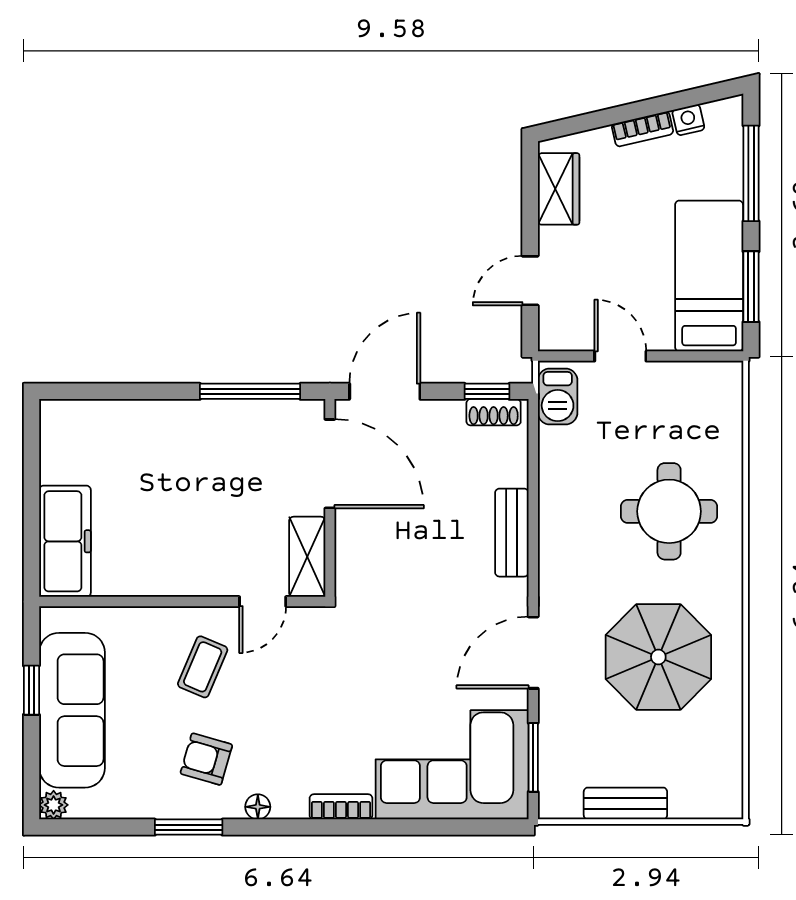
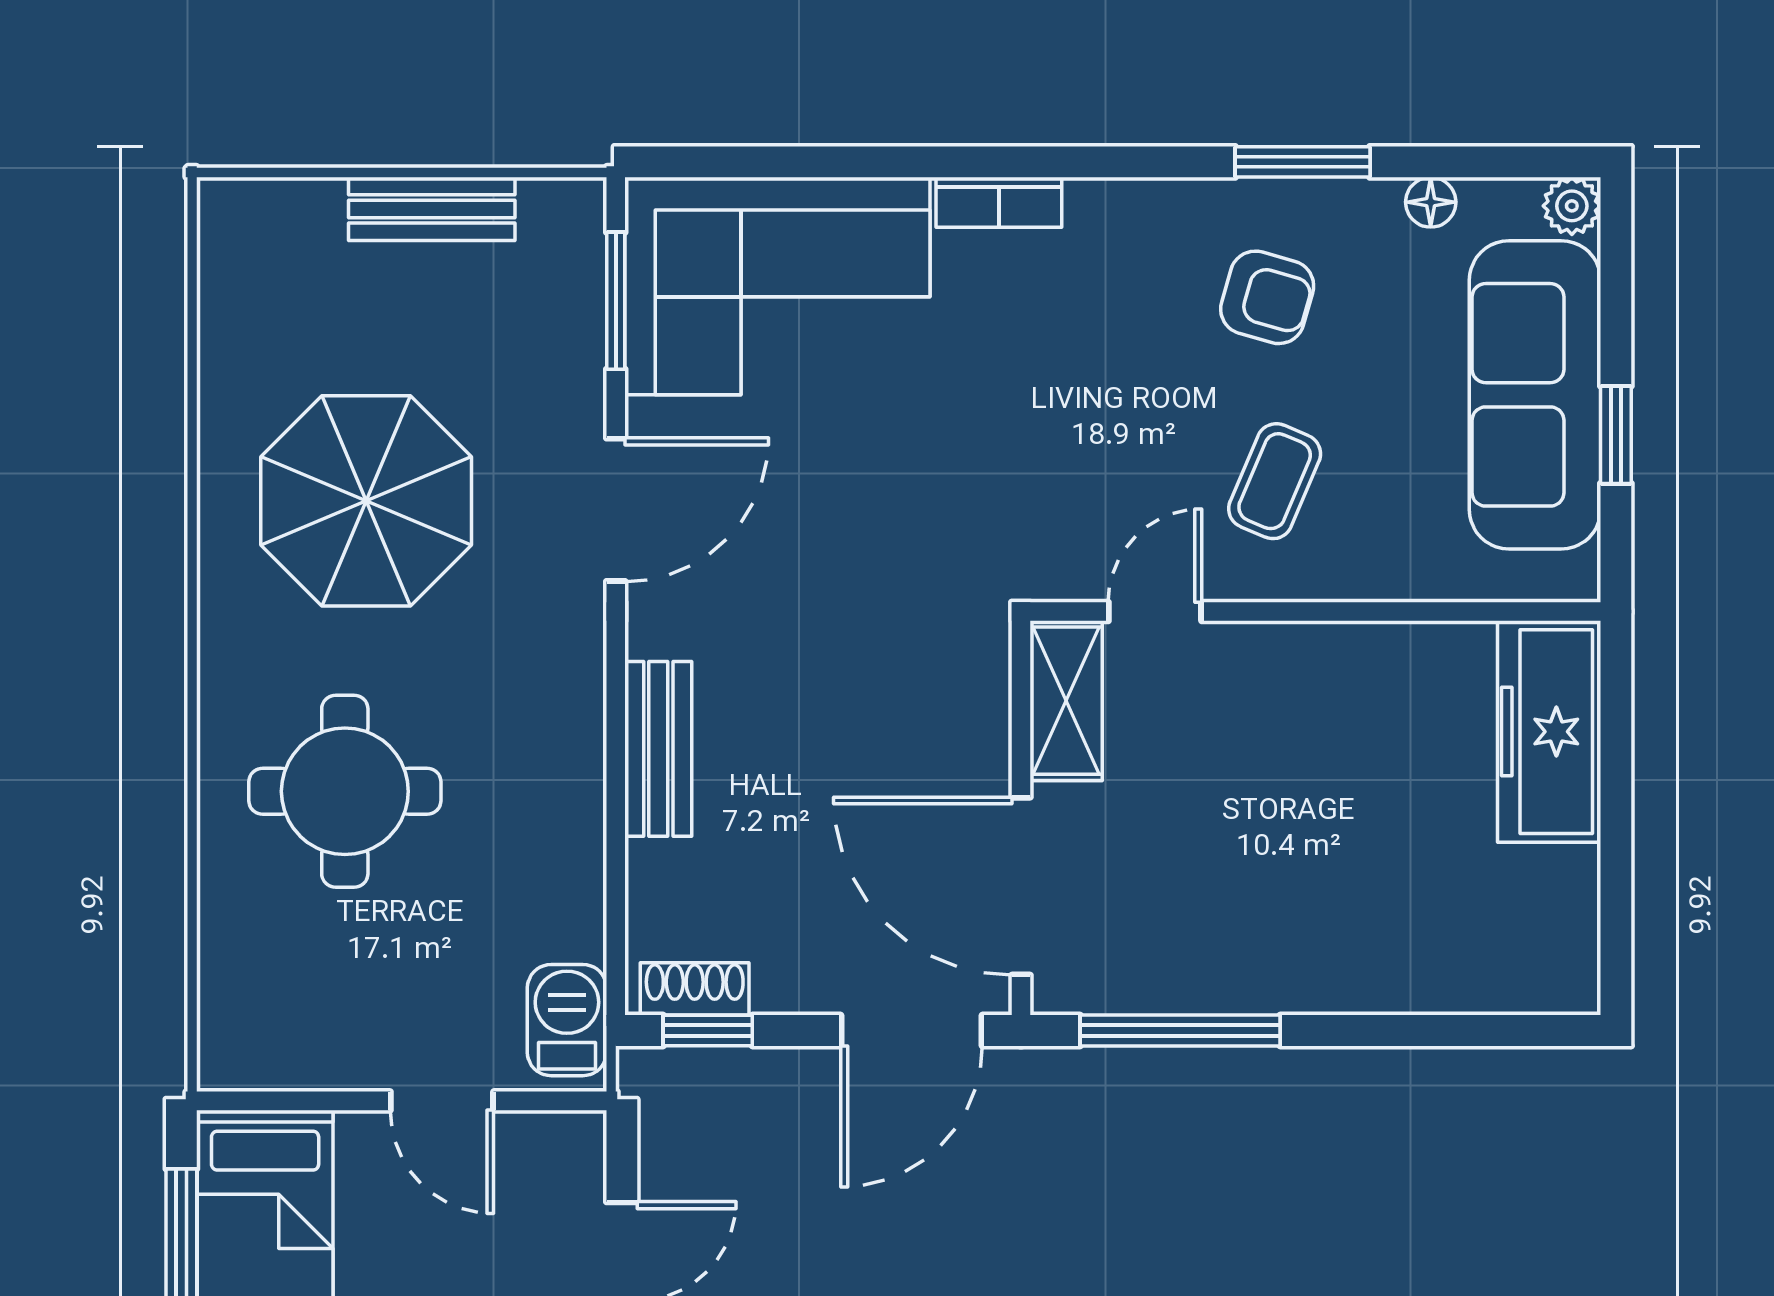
floor lamp: (258, 807) -> (1431, 202), moved

